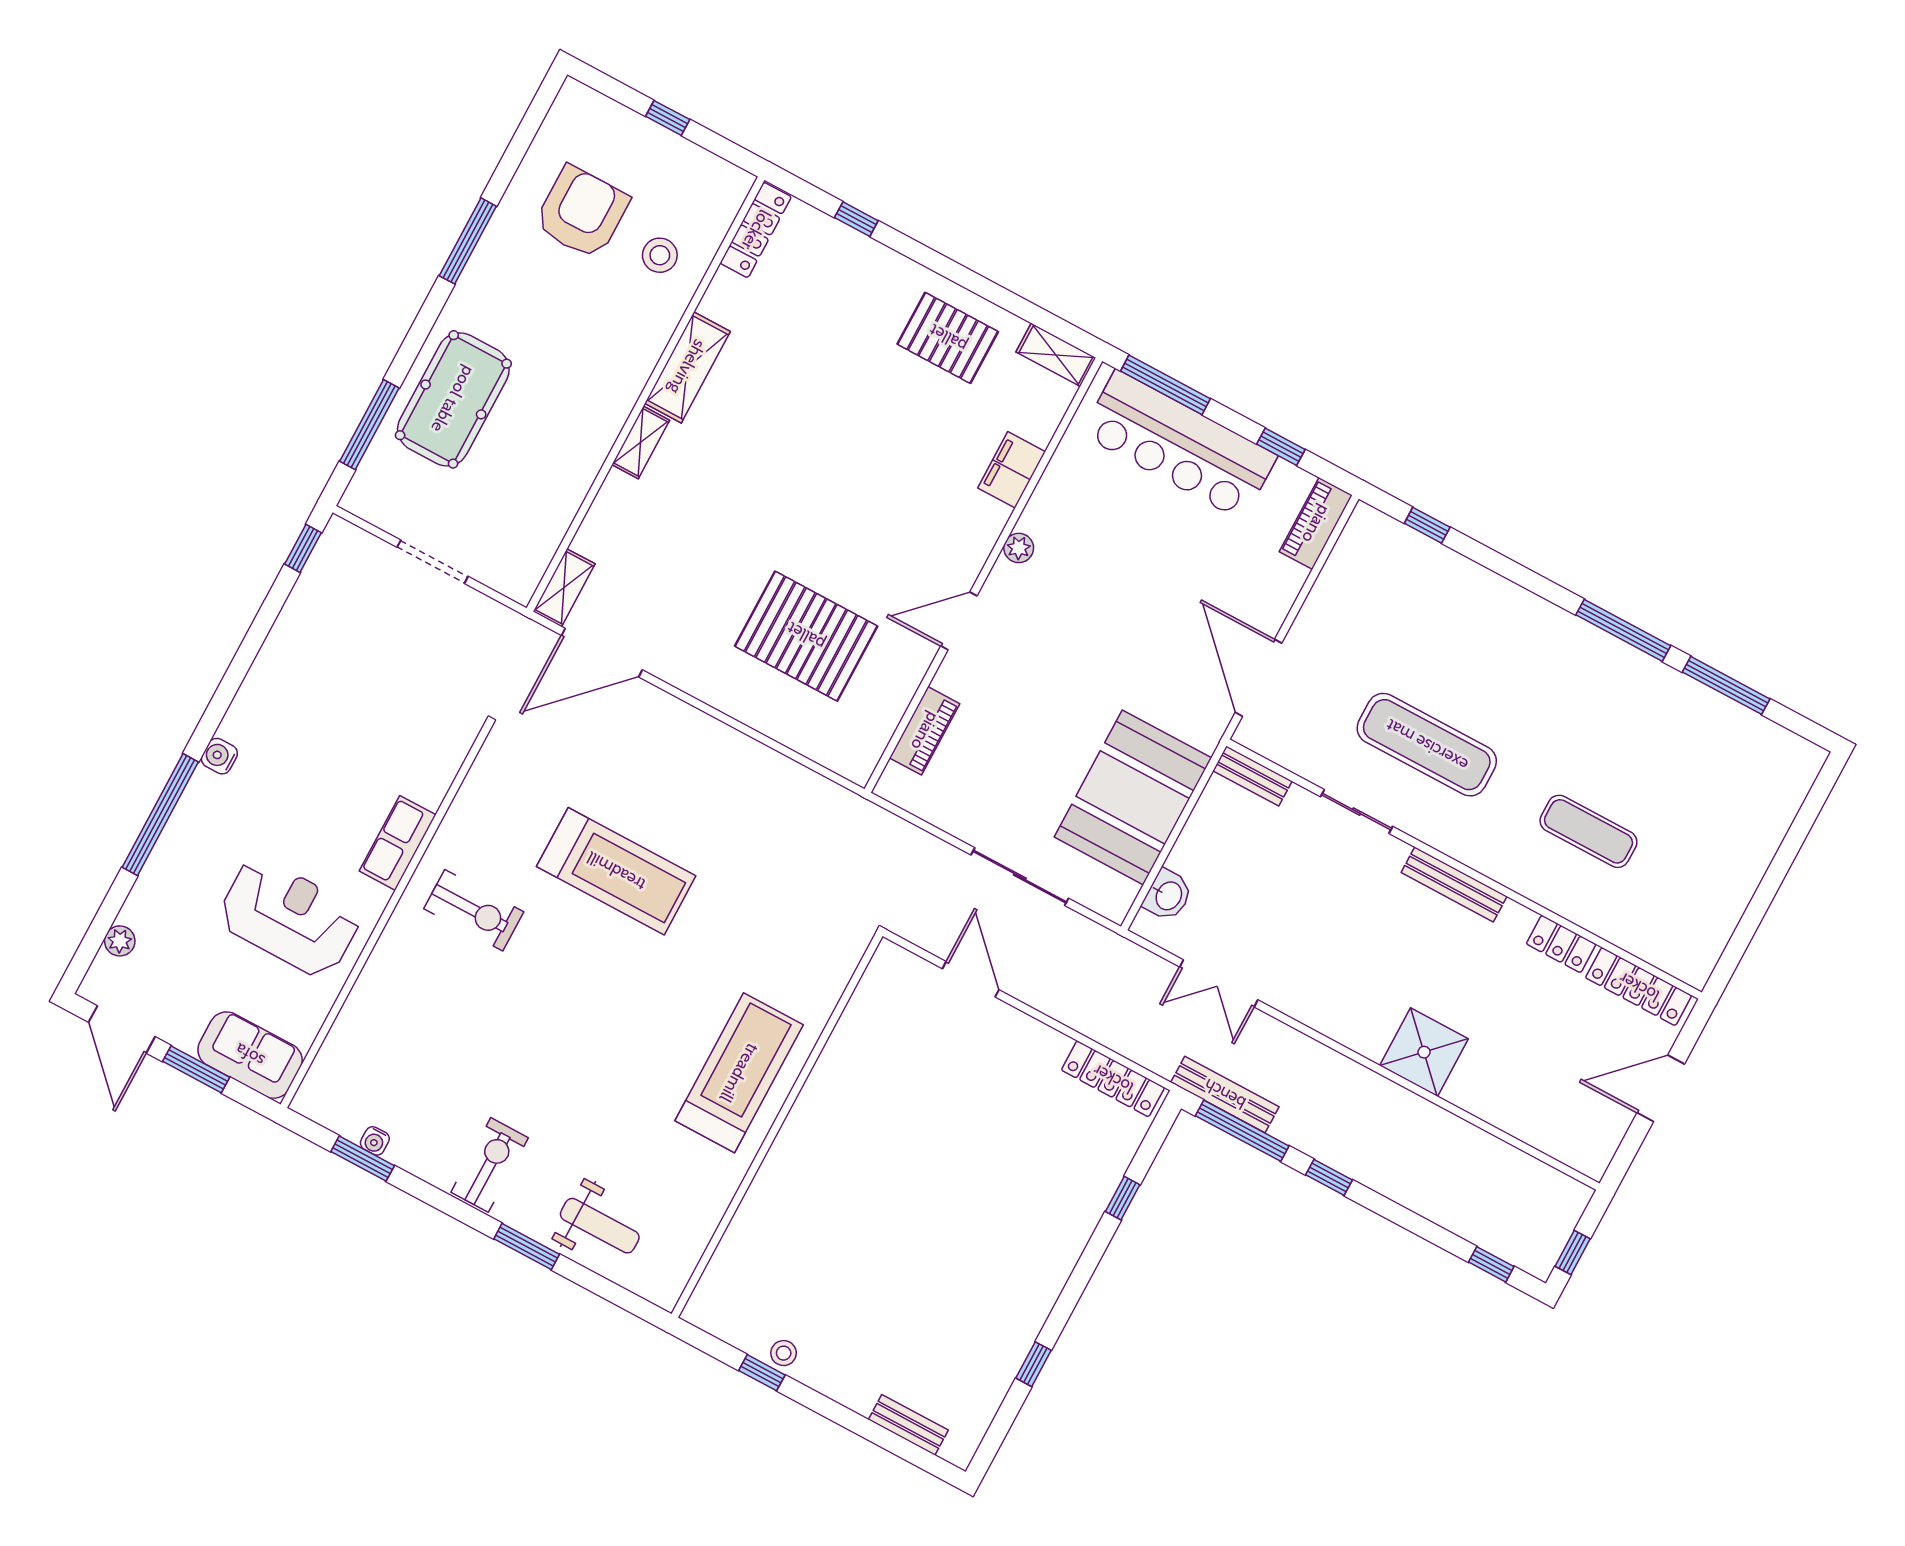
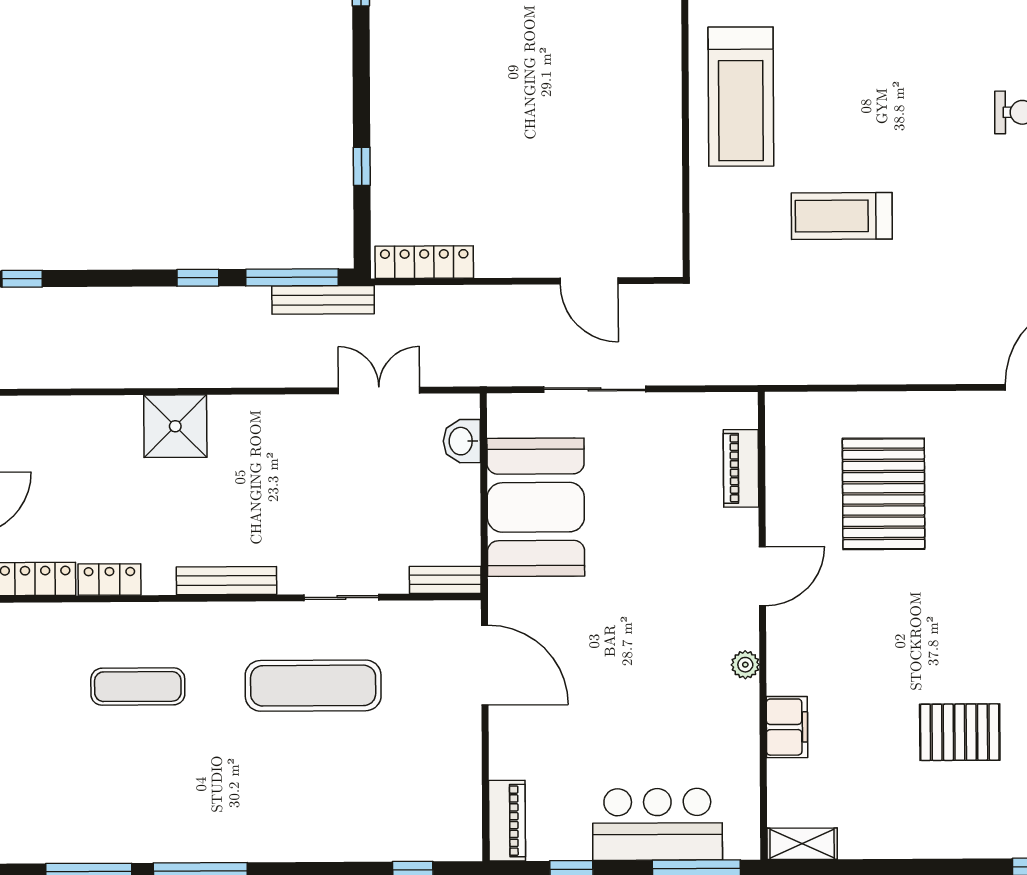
pallet: (948, 338) -> (960, 732), moved
bar counter: (1179, 445) -> (657, 824), width x0.73
pallet: (806, 636) -> (884, 494), turned 90
treadmill: (616, 871) -> (842, 216), moved, width x0.73, depth x0.73

